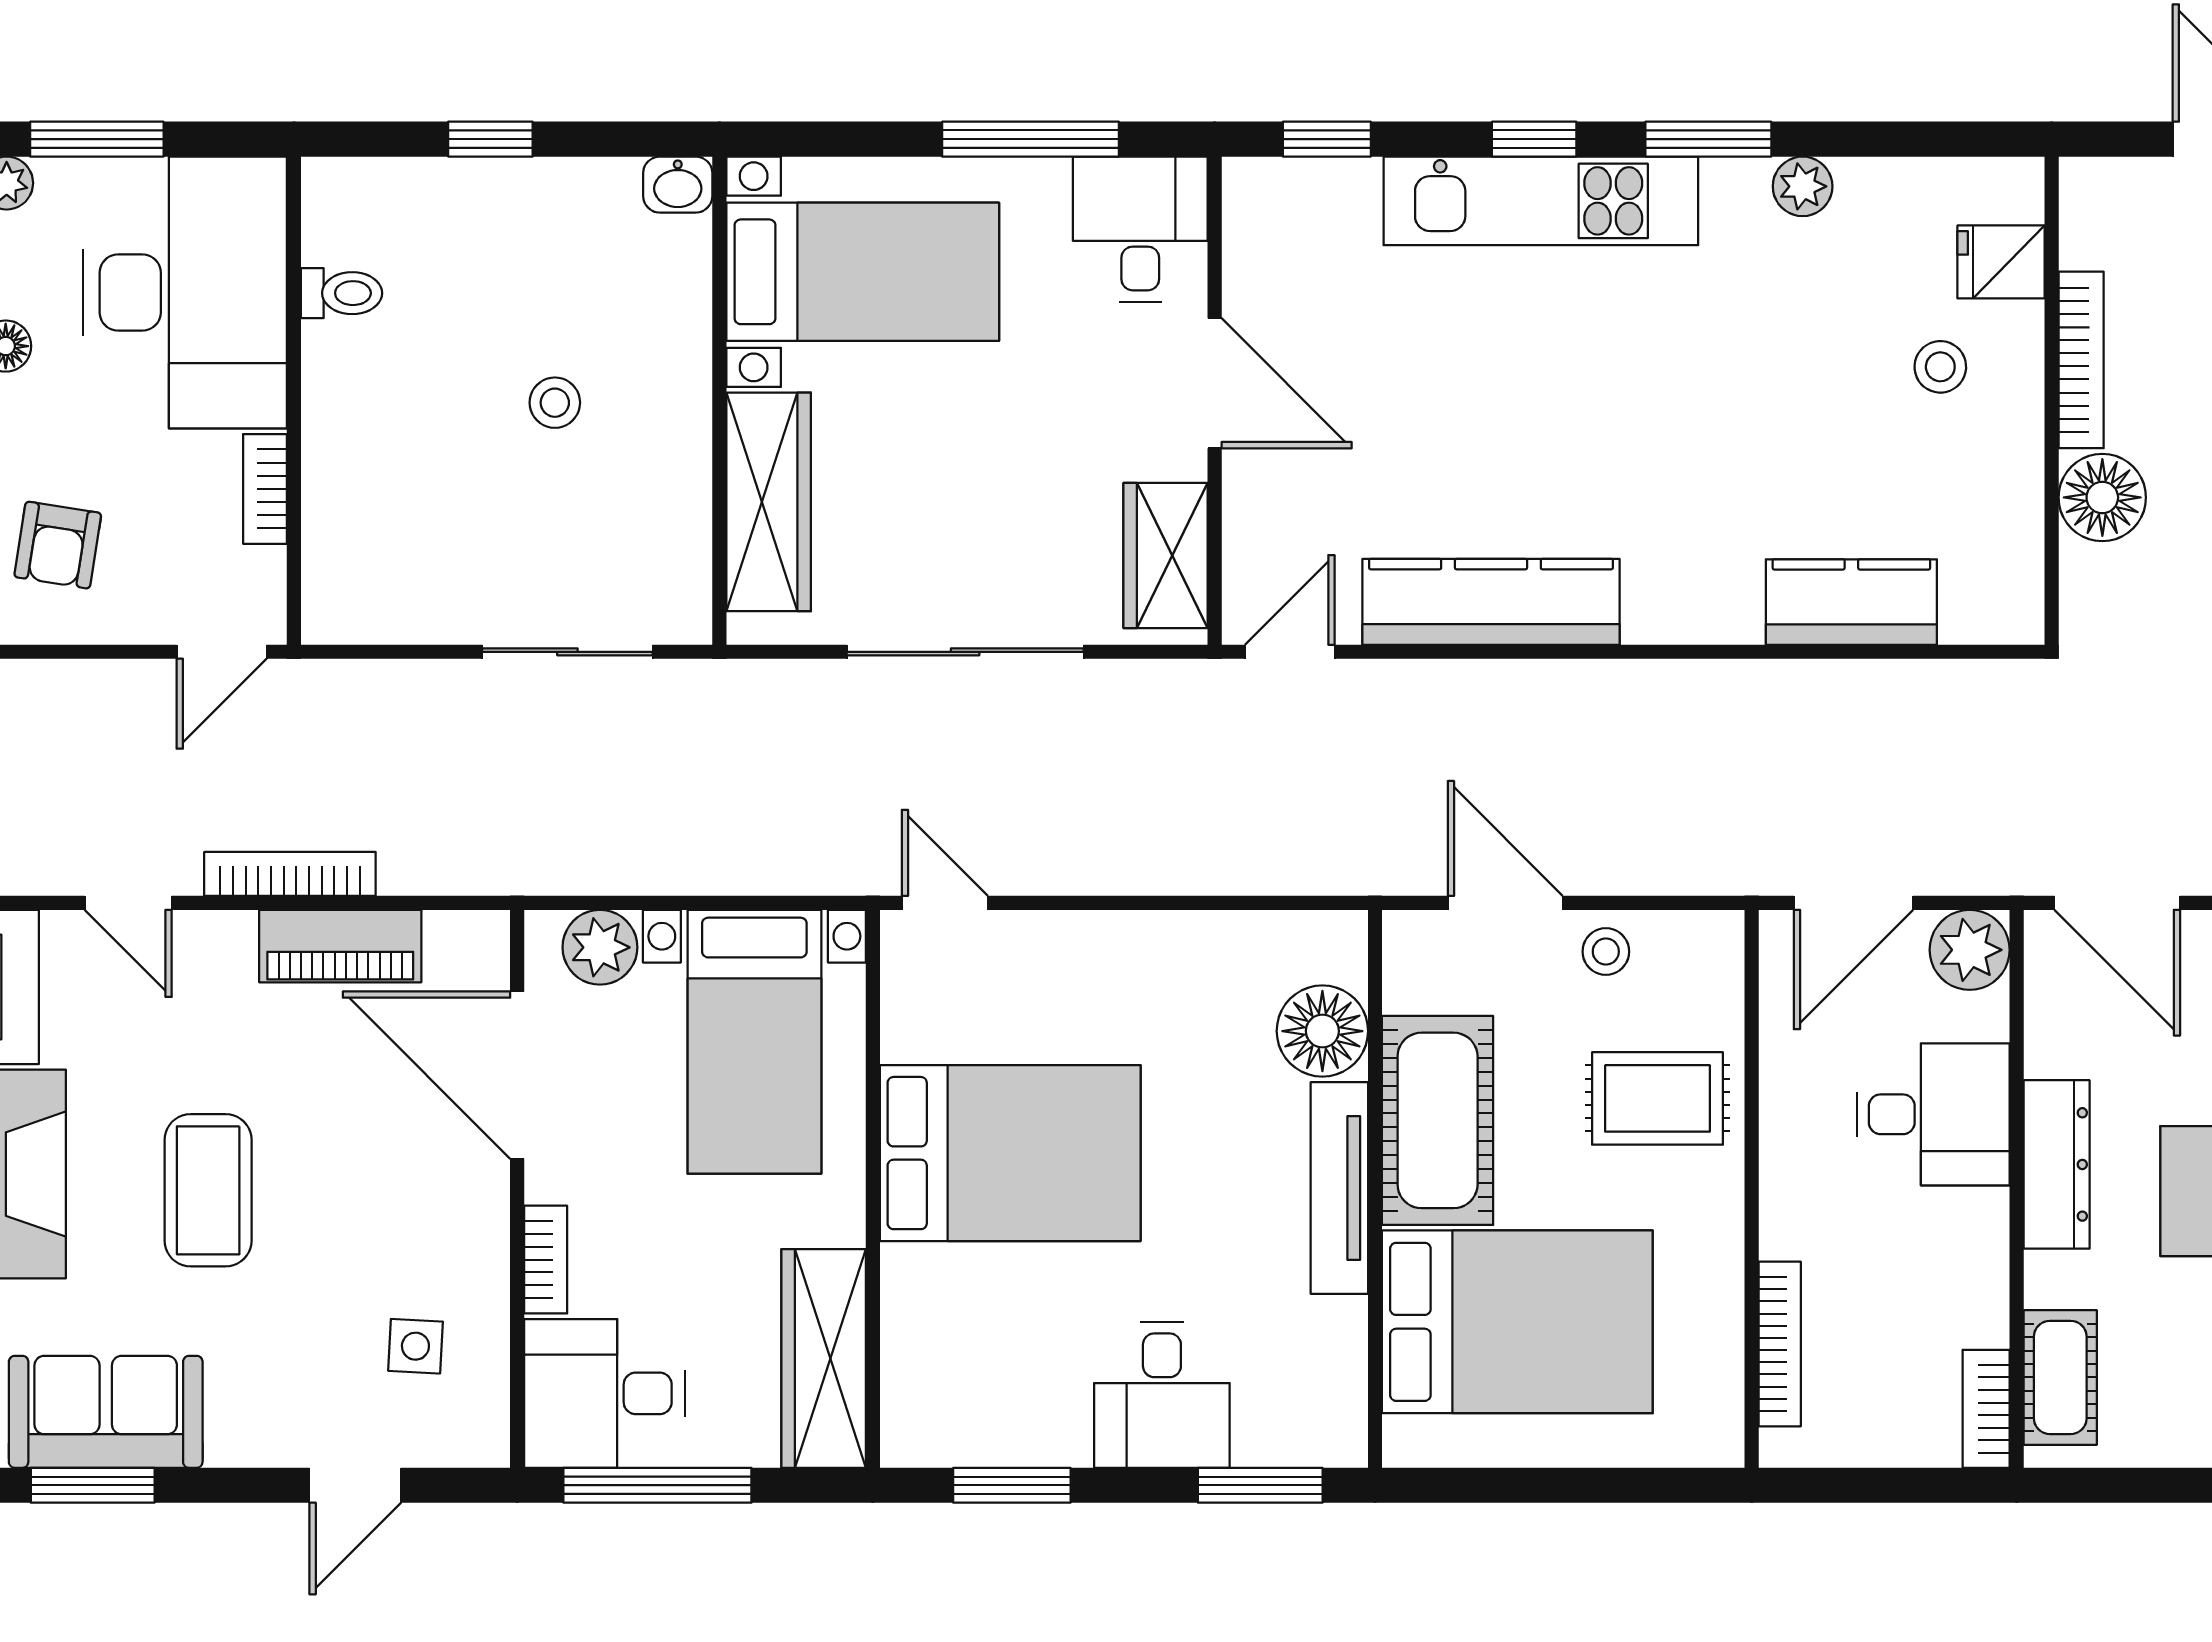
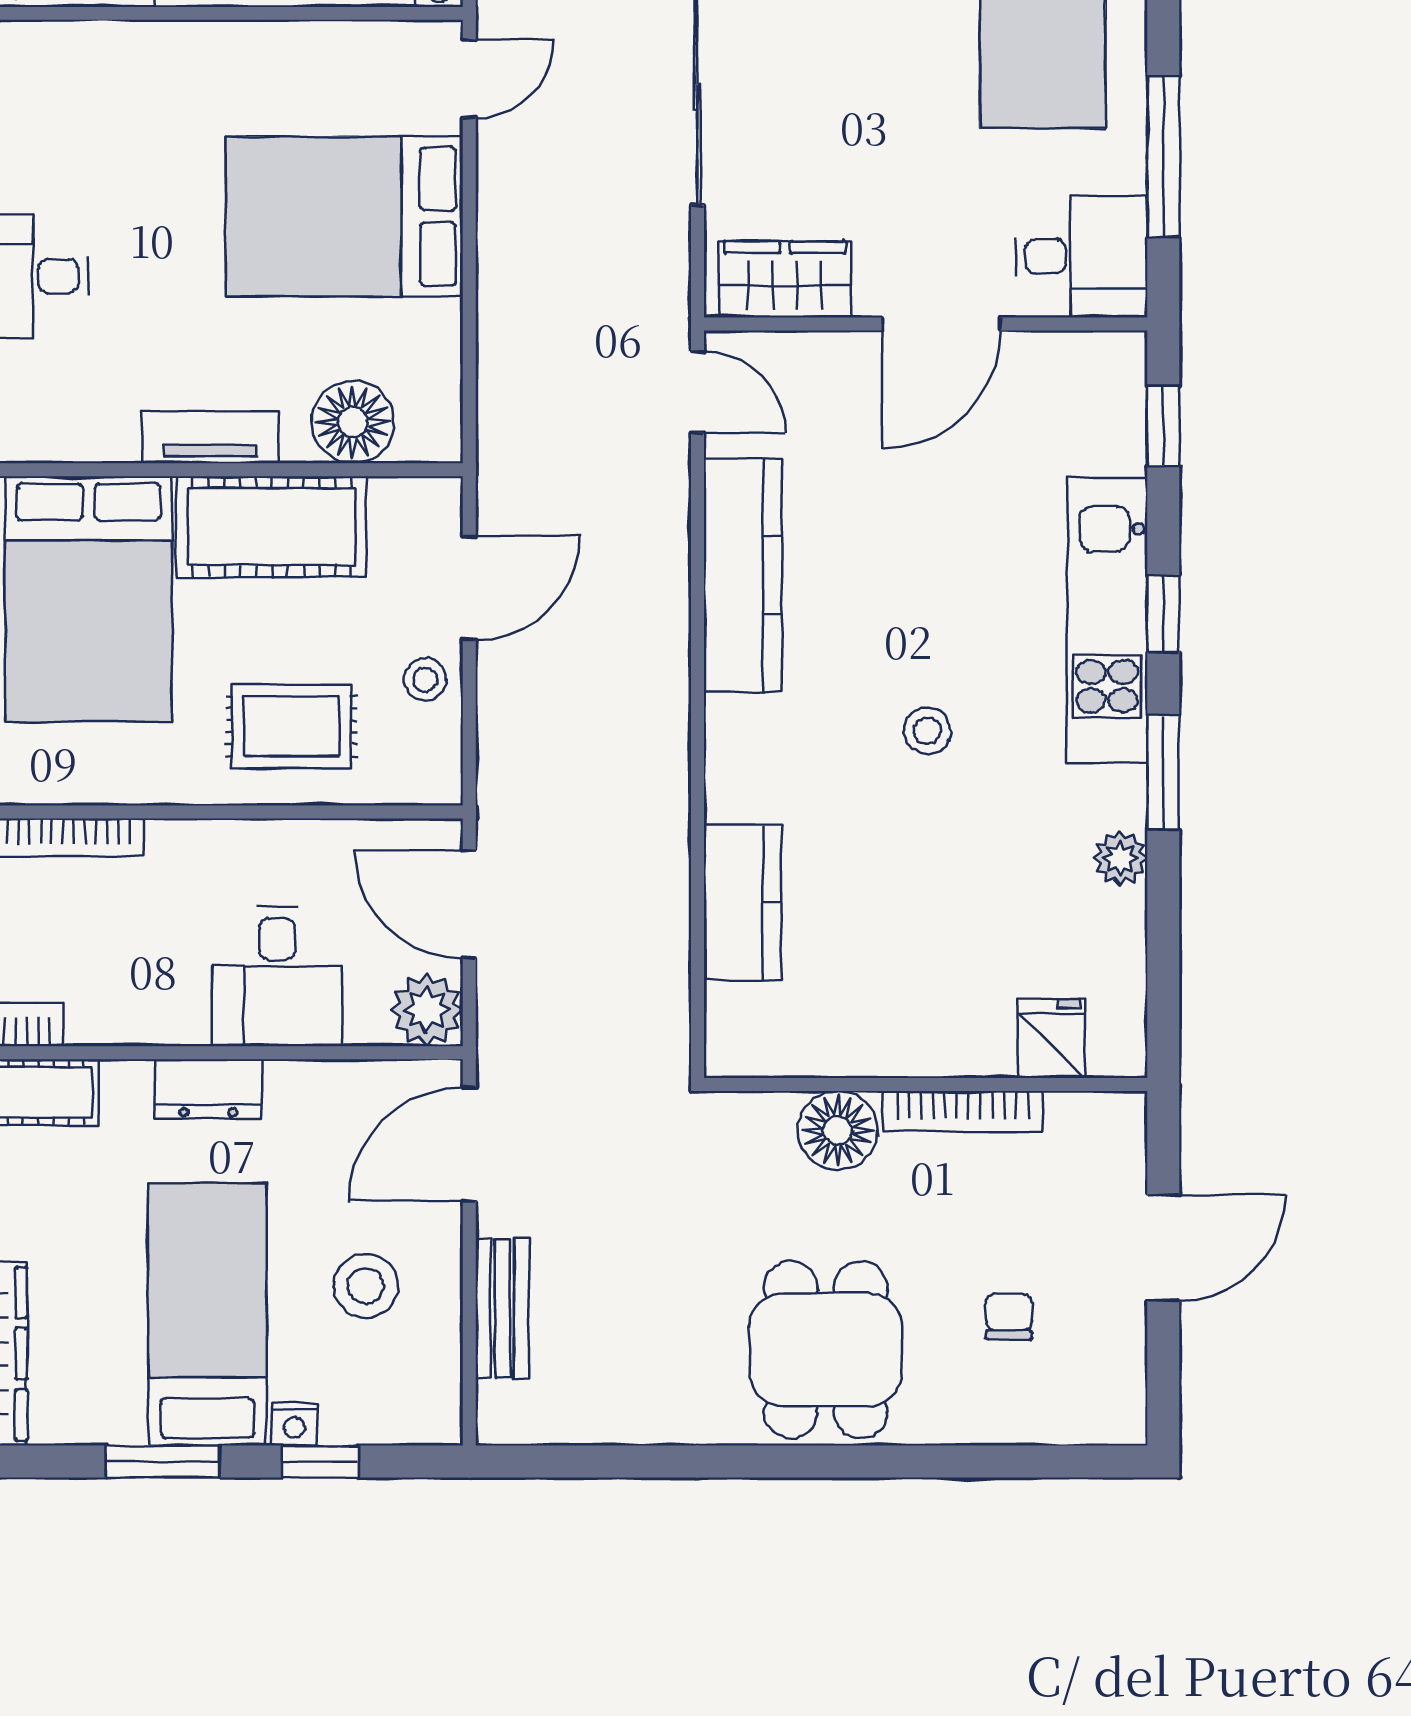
stool: (1940, 367) -> (927, 731), moved
rug: (1657, 1098) -> (292, 726), turned 90
bed: (1010, 1153) -> (344, 217), moved, turned 90
dresser: (2057, 1164) -> (208, 1089), width x0.70
tv unit: (1339, 1188) -> (210, 437), width x0.71

